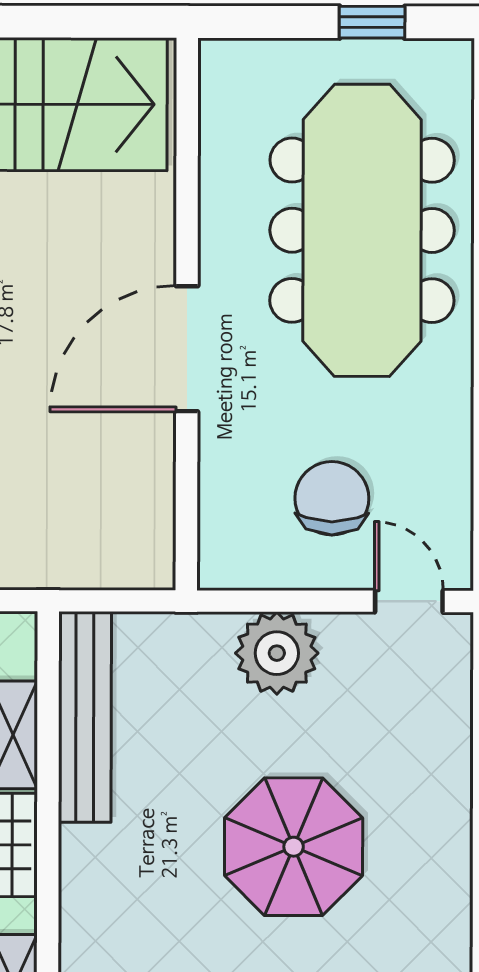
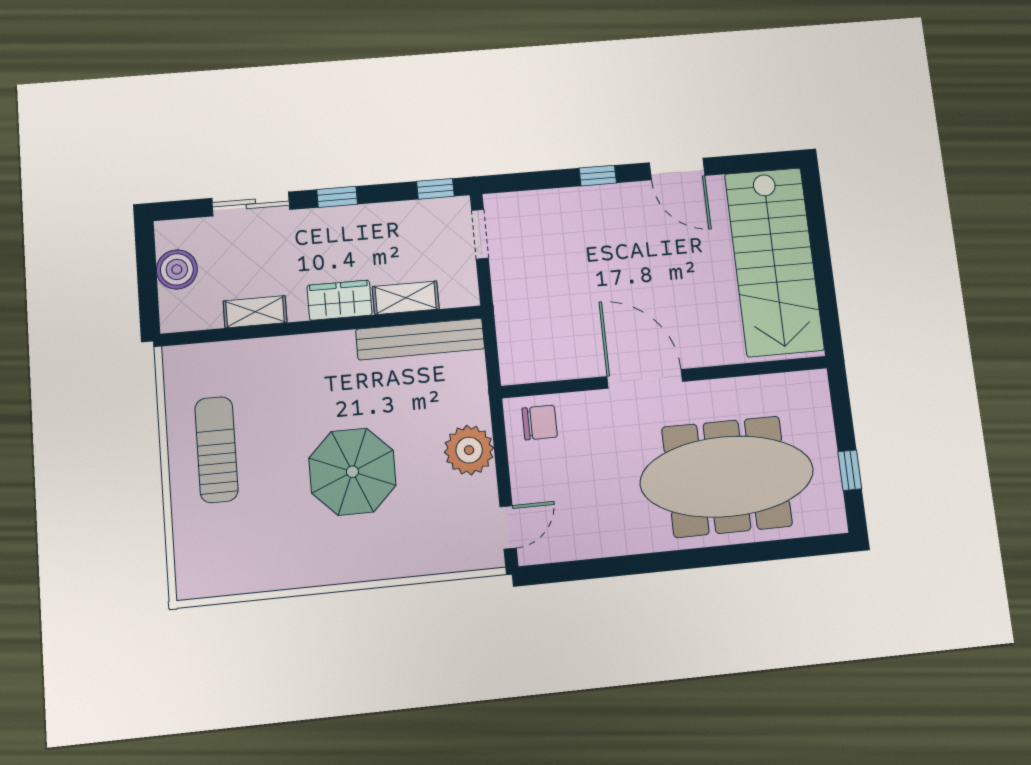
chair: (332, 498) -> (540, 423), moved, width x0.73, depth x0.73

